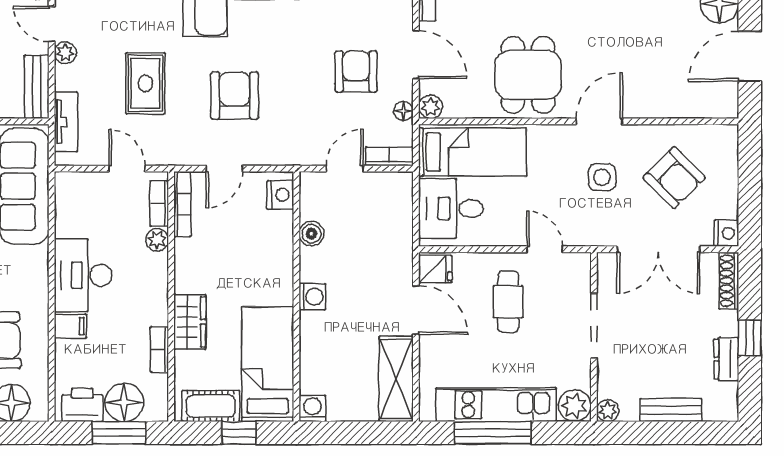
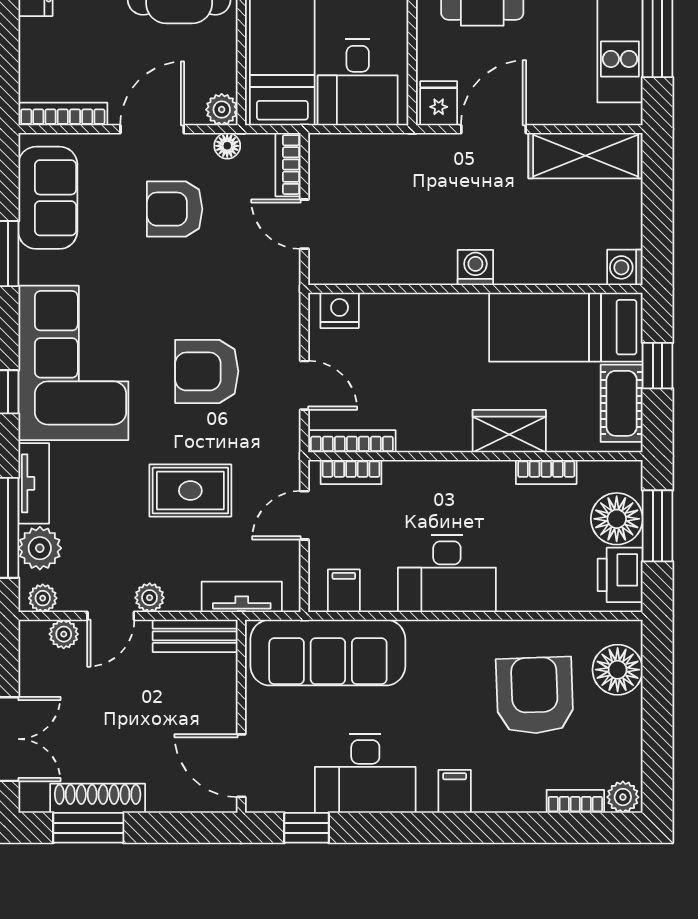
boiler: (311, 234) -> (391, 269), removed
plant: (157, 240) -> (400, 475), removed
filing cabinet: (70, 326) -> (344, 591), moved

